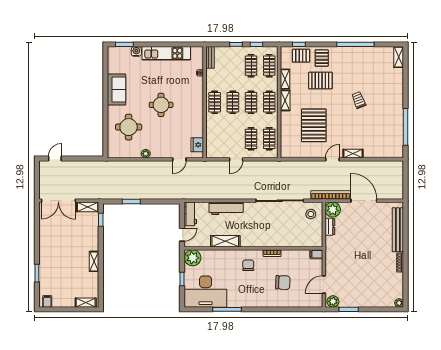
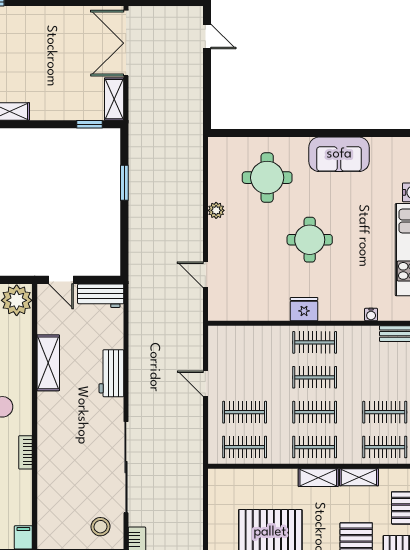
fridge: (197, 145) -> (304, 309), moved
workbench: (226, 208) -> (111, 373), width x0.73

